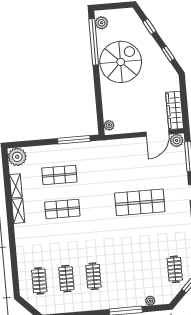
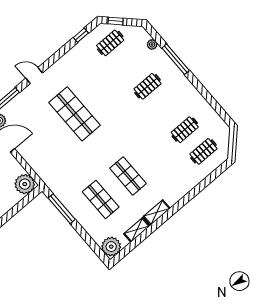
plant: (109, 125) -> (25, 184), width x1.87, depth x1.87
clothes rail: (93, 276) -> (147, 86), moved

